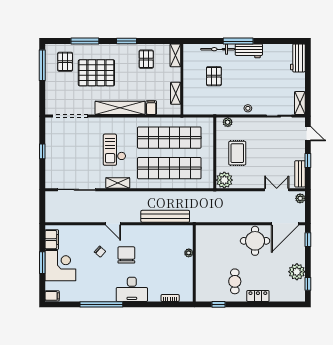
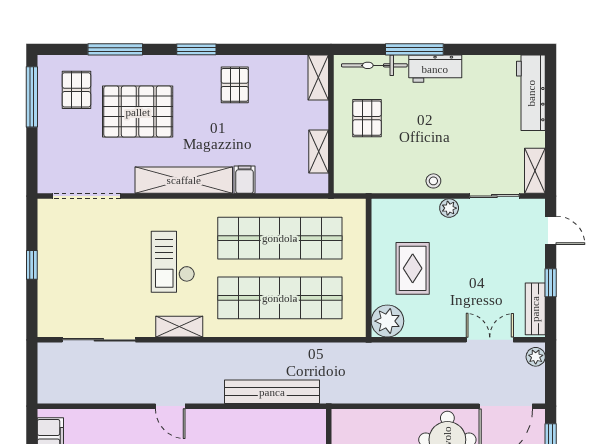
shelving: (175, 55) -> (318, 78), moved
workbench: (298, 58) -> (531, 93), width x1.38
wall: (182, 79) -> (331, 124), moved
shelving: (176, 93) -> (319, 151), moved
plant: (228, 122) -> (449, 208), moved

